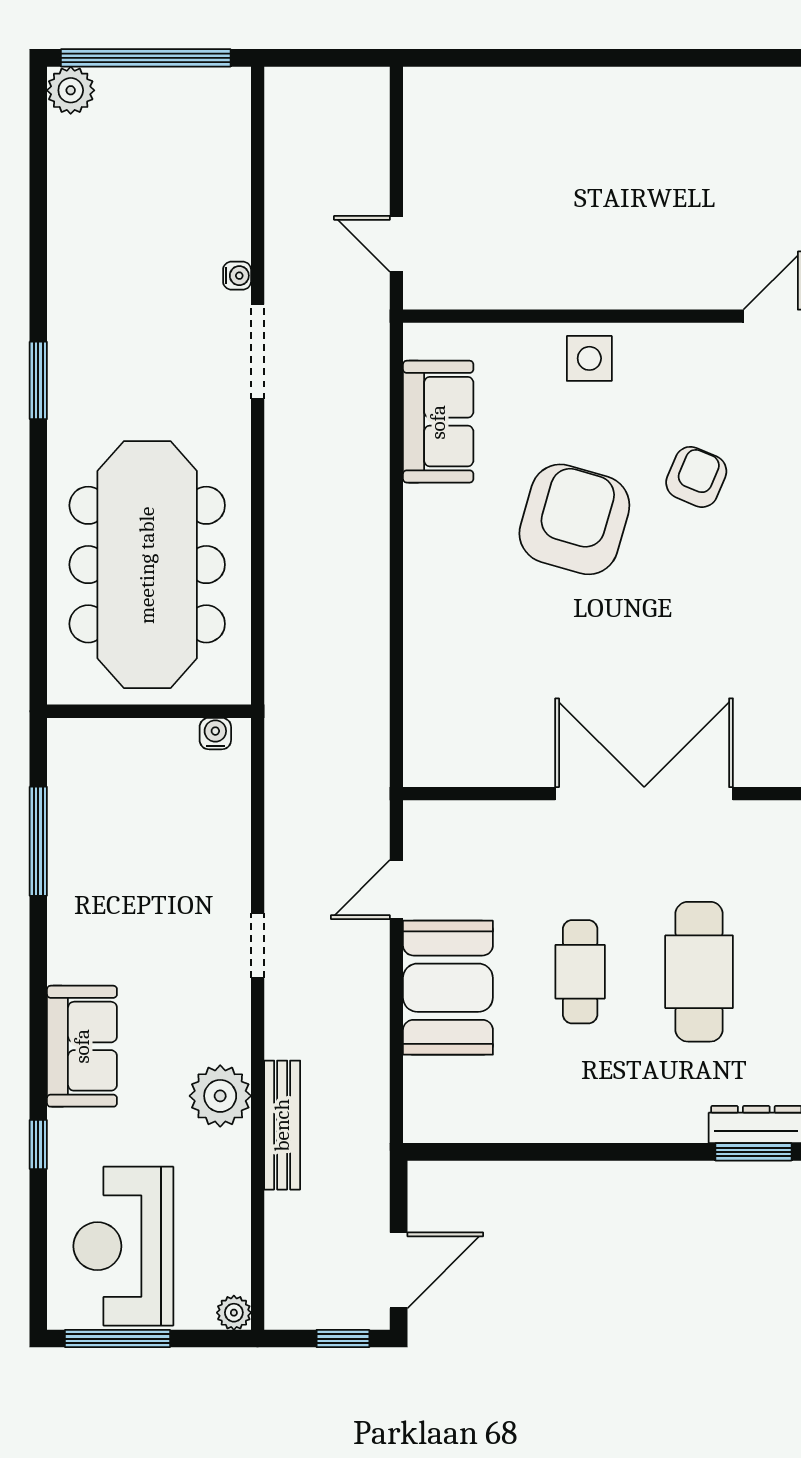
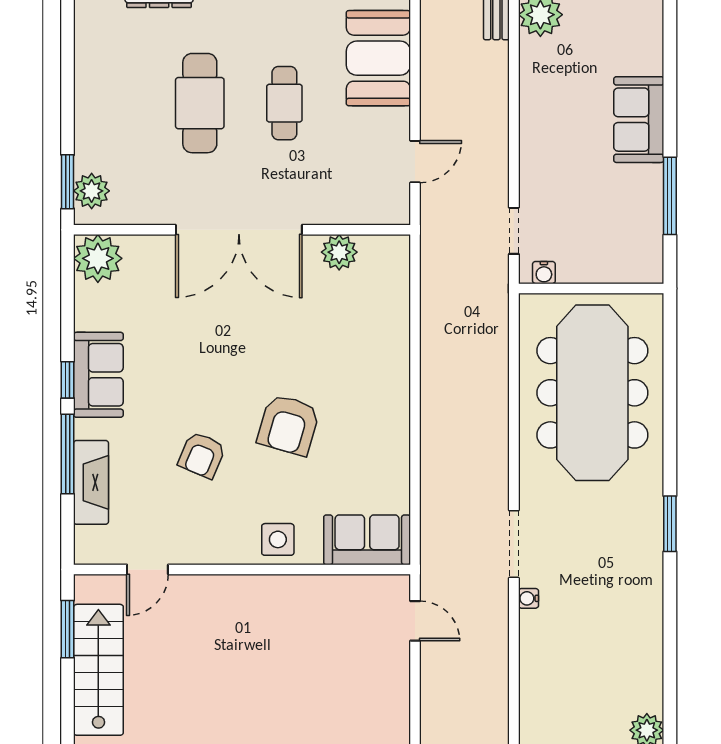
sofa: (438, 422) -> (367, 540), moved, turned 90
armchair: (574, 519) -> (288, 425), width x0.73, depth x0.73
plant: (503, 762) -> (339, 252), added
doorway: (258, 946) -> (514, 231), moved
booth: (448, 988) -> (378, 58), moved
sofa: (82, 1046) -> (639, 120), moved

